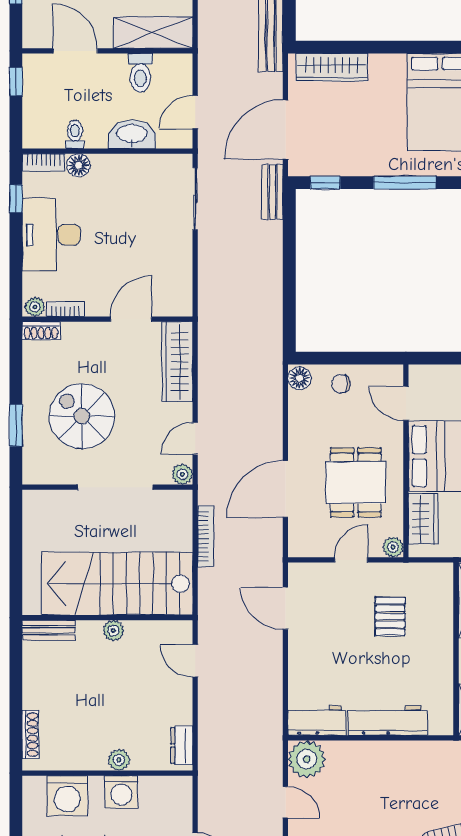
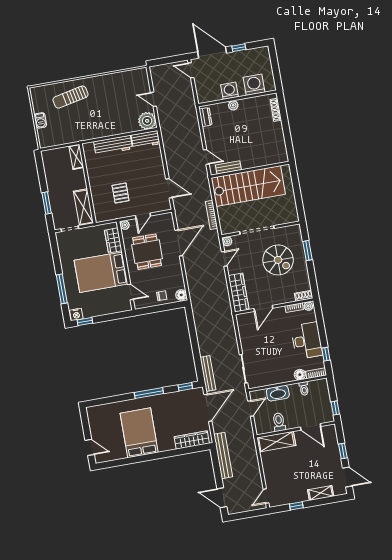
bench: (272, 192) -> (208, 373), width x1.36
bench: (49, 630) -> (228, 167), moved
plant: (113, 631) -> (246, 164), removed

